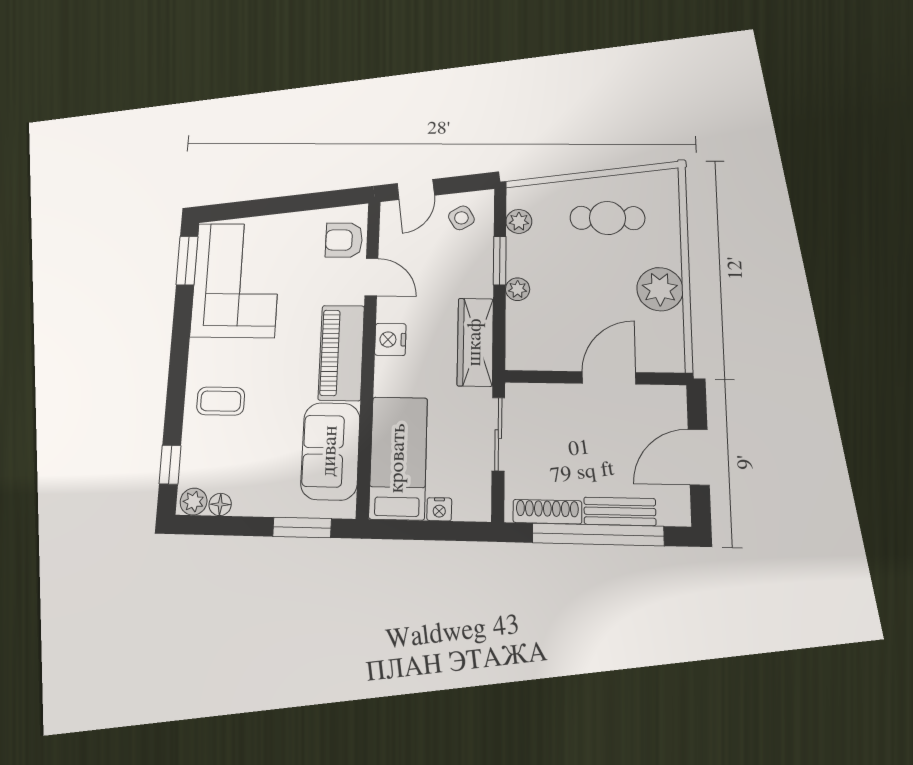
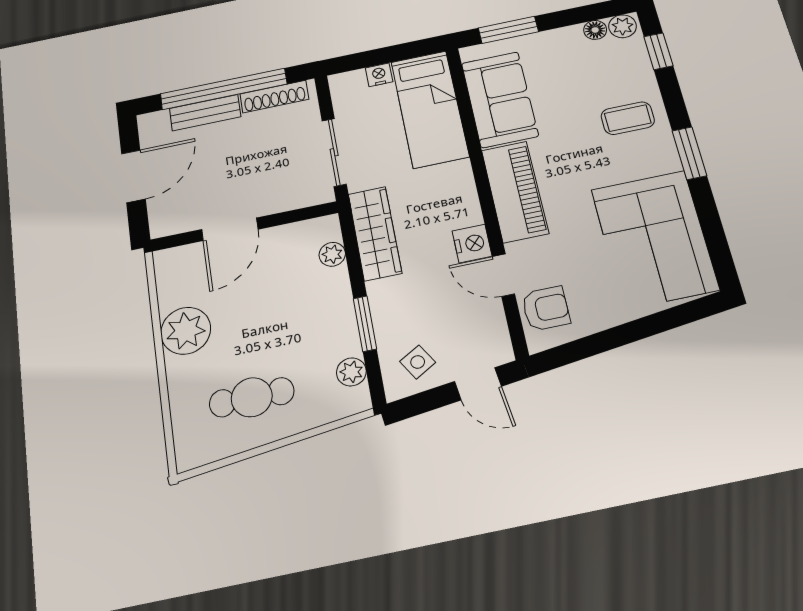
door: (416, 189) -> (478, 384), swing flipped
window: (187, 261) -> (689, 153), moved
plant: (518, 289) -> (332, 254), moved
nightstand: (390, 339) -> (472, 243), moved

